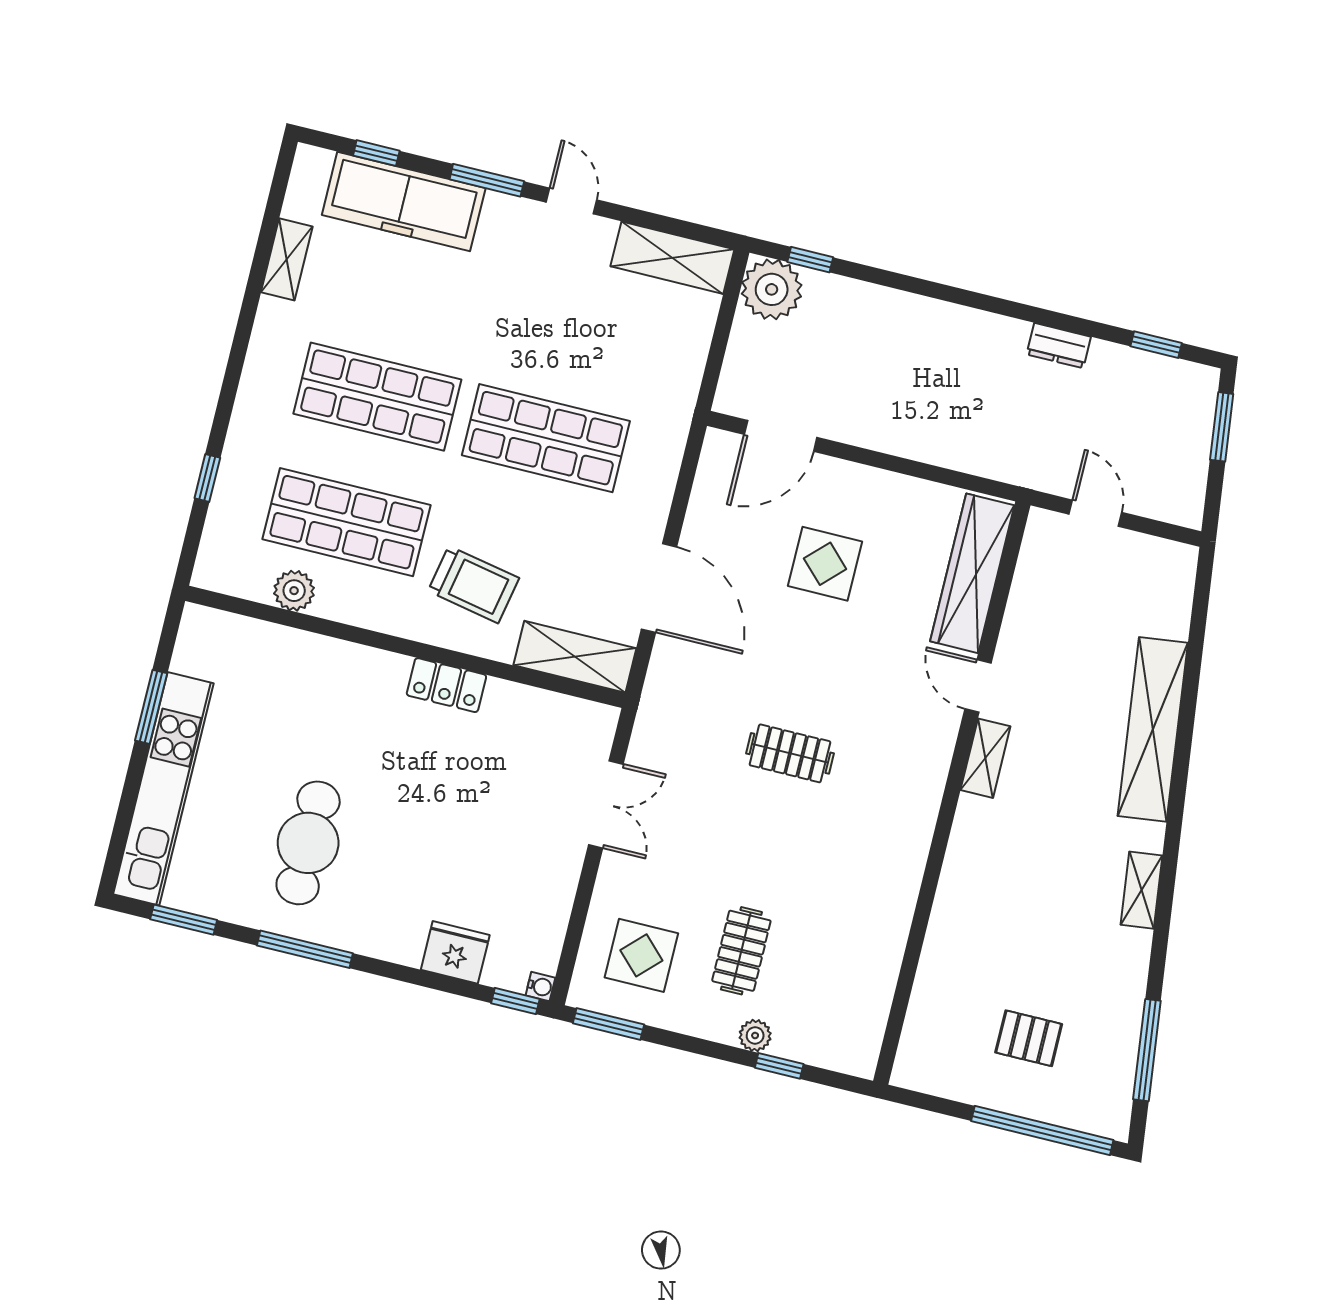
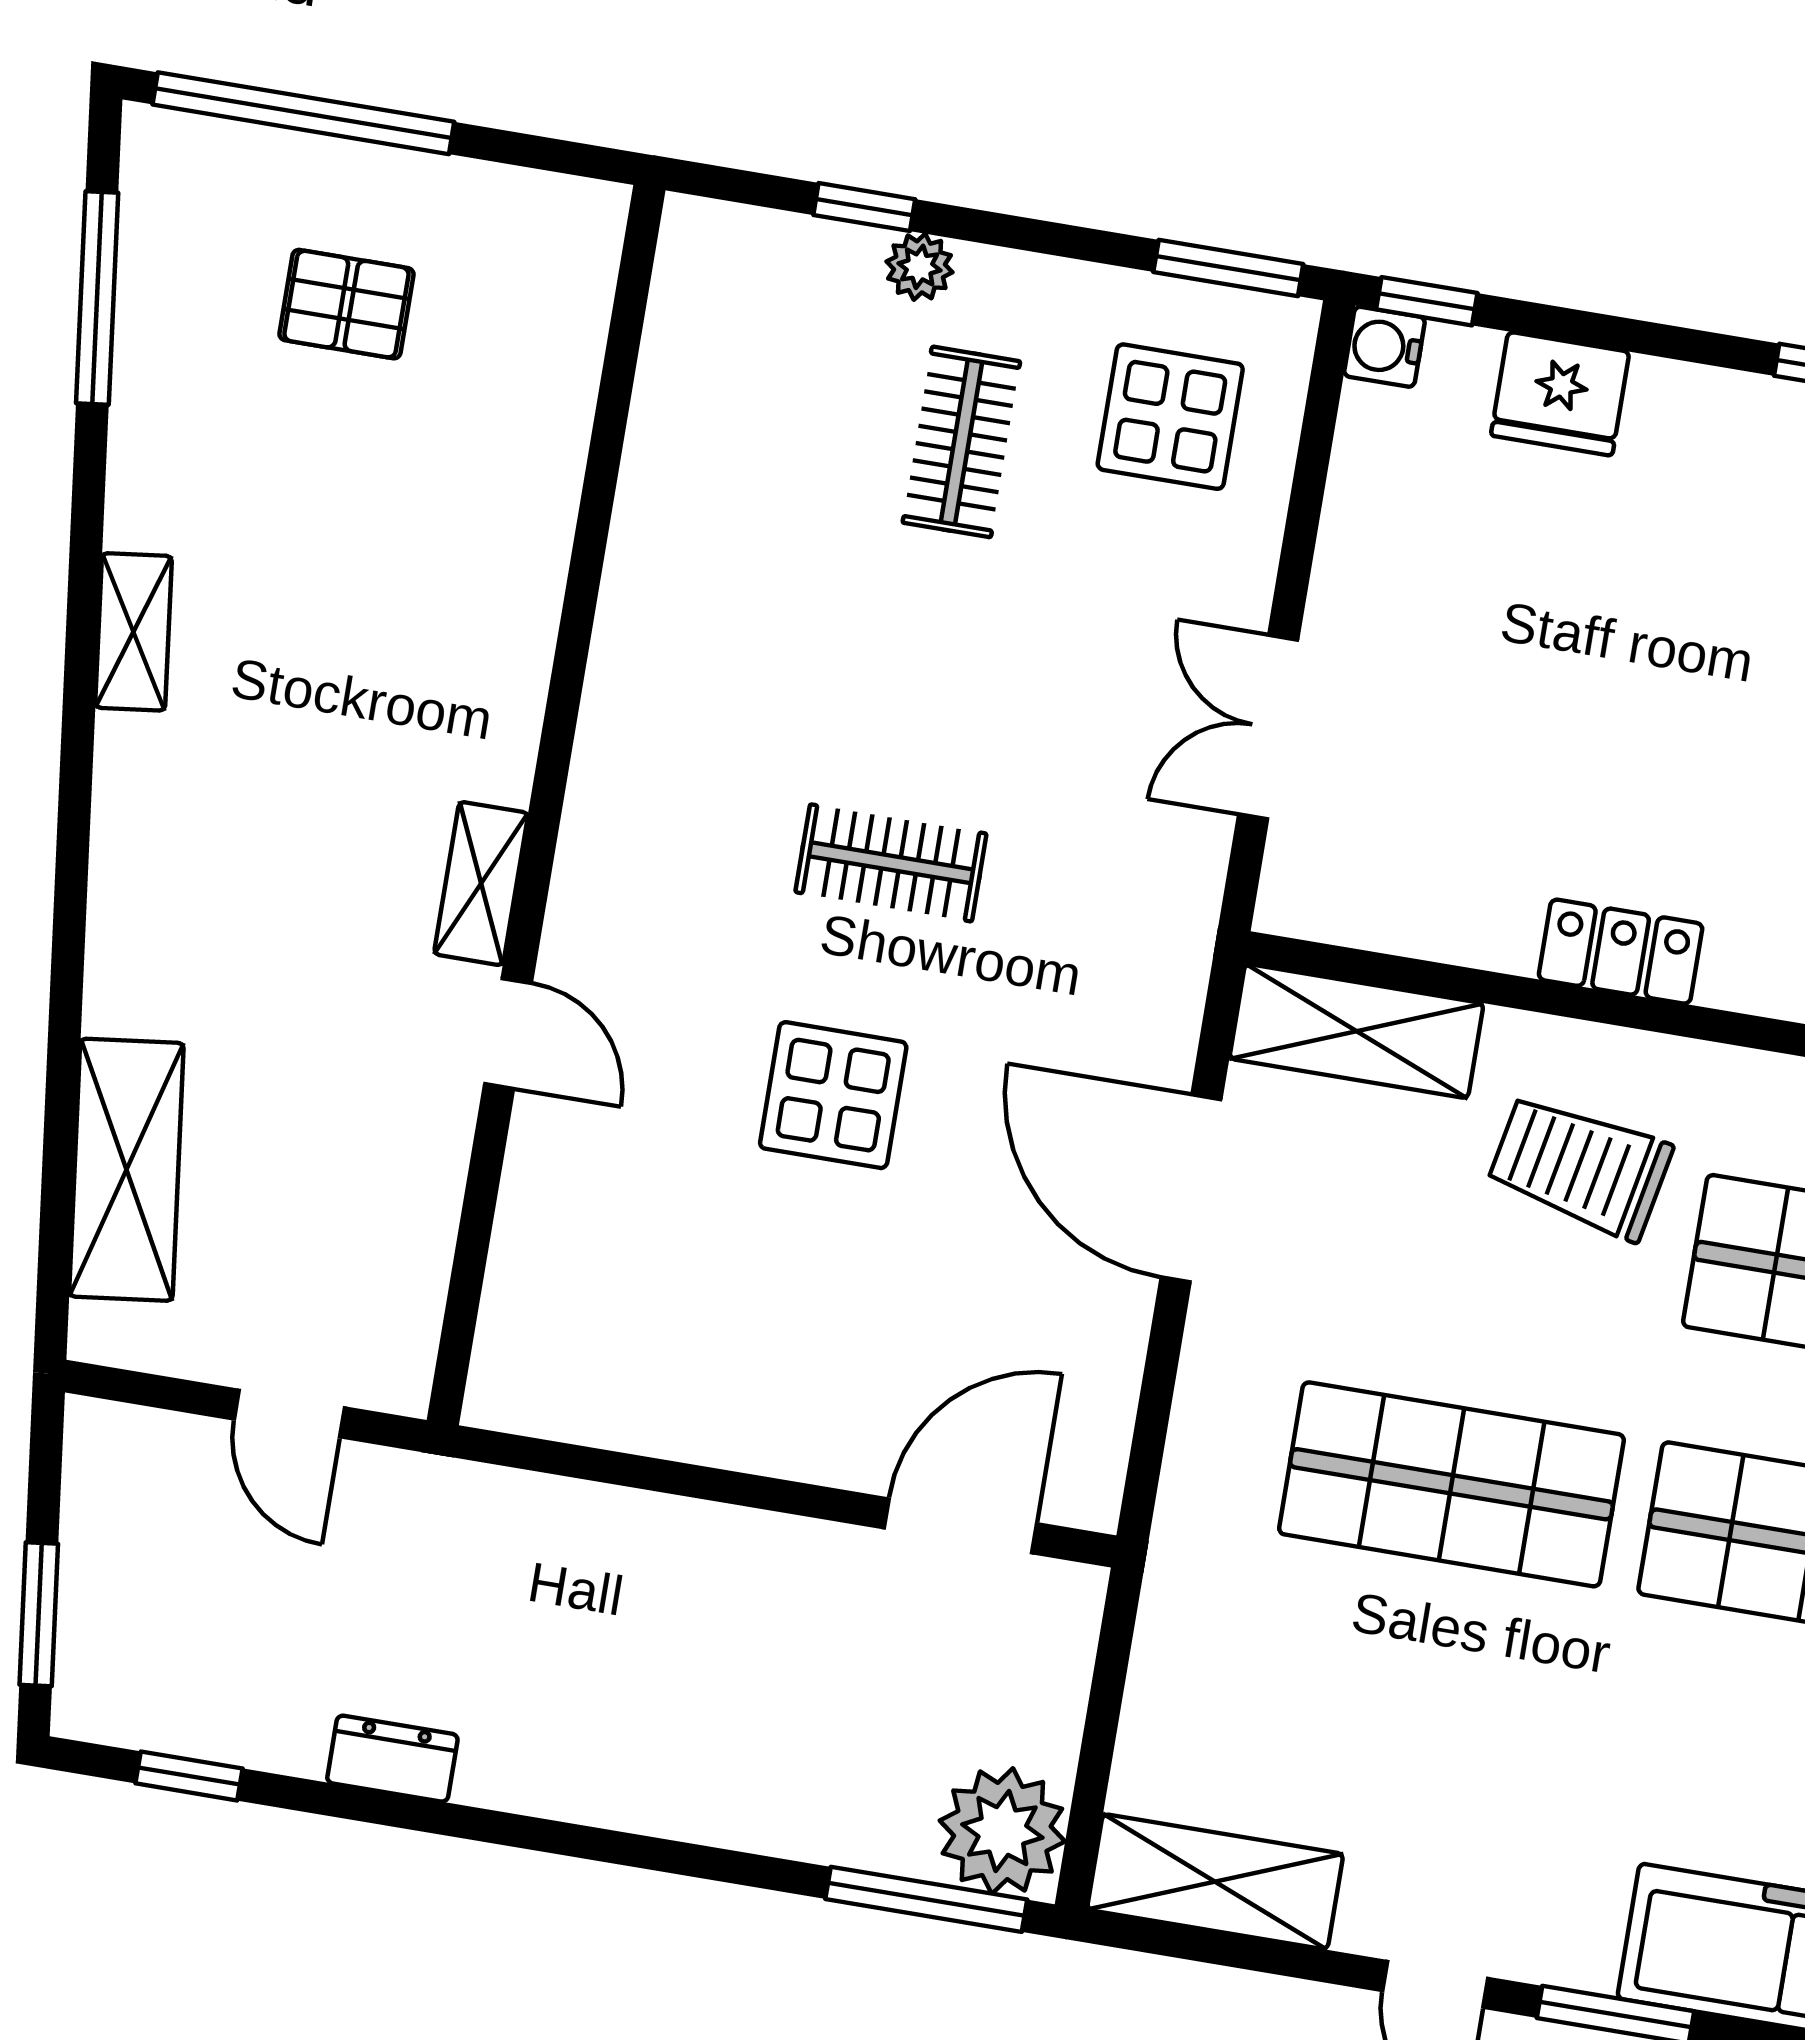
window: (810, 260) -> (926, 1899), width x2.17
display table: (825, 564) -> (833, 1095), moved
wardrobe: (972, 573) -> (538, 1268), removed
shelving: (1153, 729) -> (126, 1170), moved, width x0.68
water cooler: (540, 987) -> (1384, 347), width x1.38, depth x1.38

